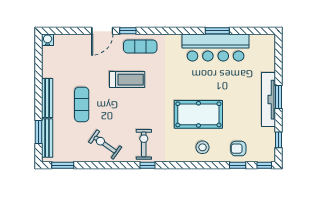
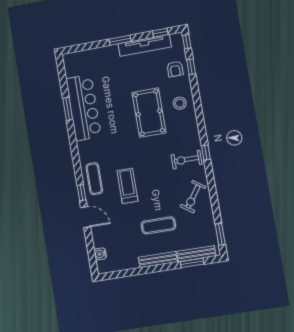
water cooler: (48, 40) -> (100, 254), moved
tv unit: (269, 100) -> (145, 45), moved

